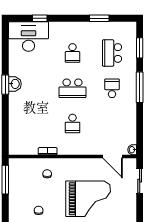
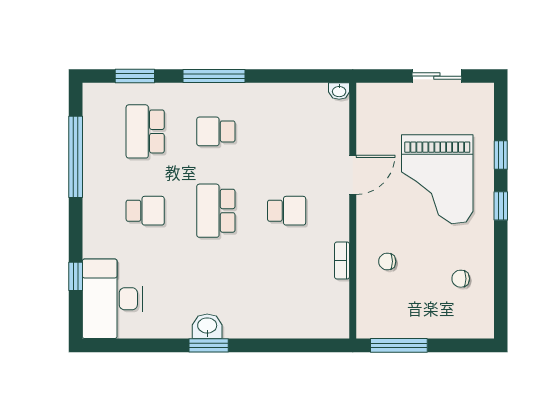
window: (99, 18) -> (76, 157), width x2.11
school desk: (112, 53) -> (145, 131), turned 90
school desk: (72, 88) -> (216, 211), turned 180
door: (113, 157) -> (353, 175), moved
sliding door: (140, 181) -> (437, 76), moved
grand piano: (88, 199) -> (437, 179), turned 180

